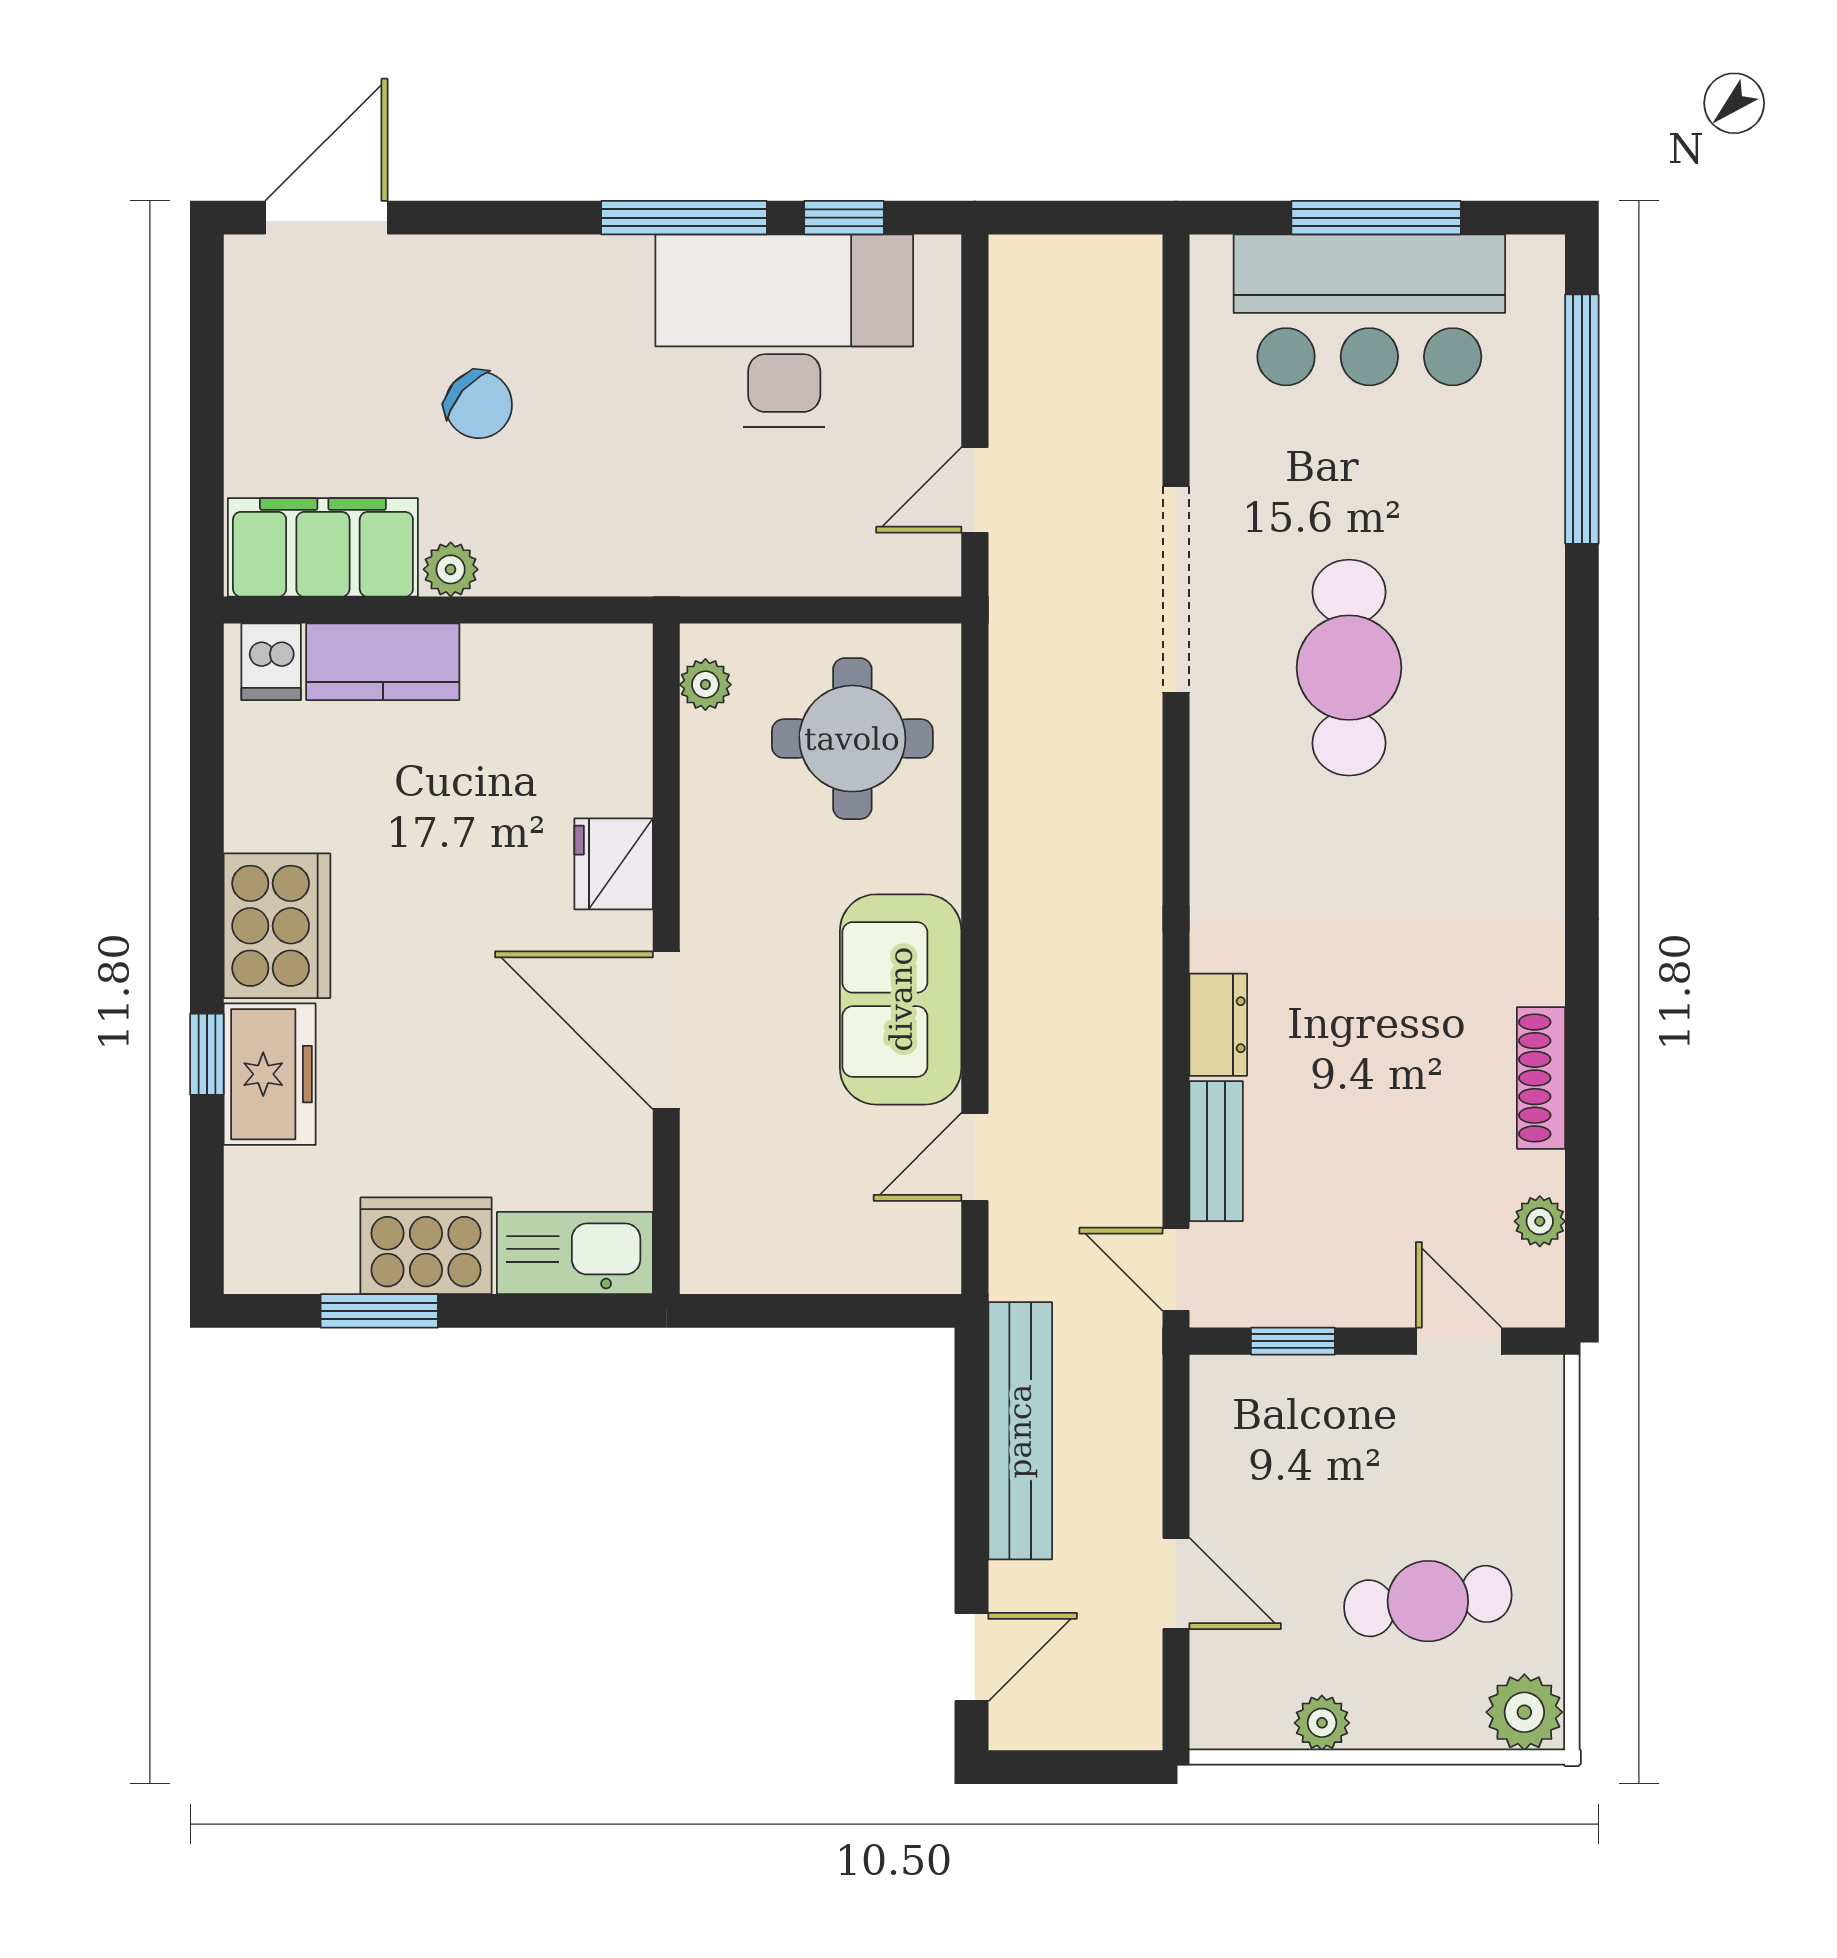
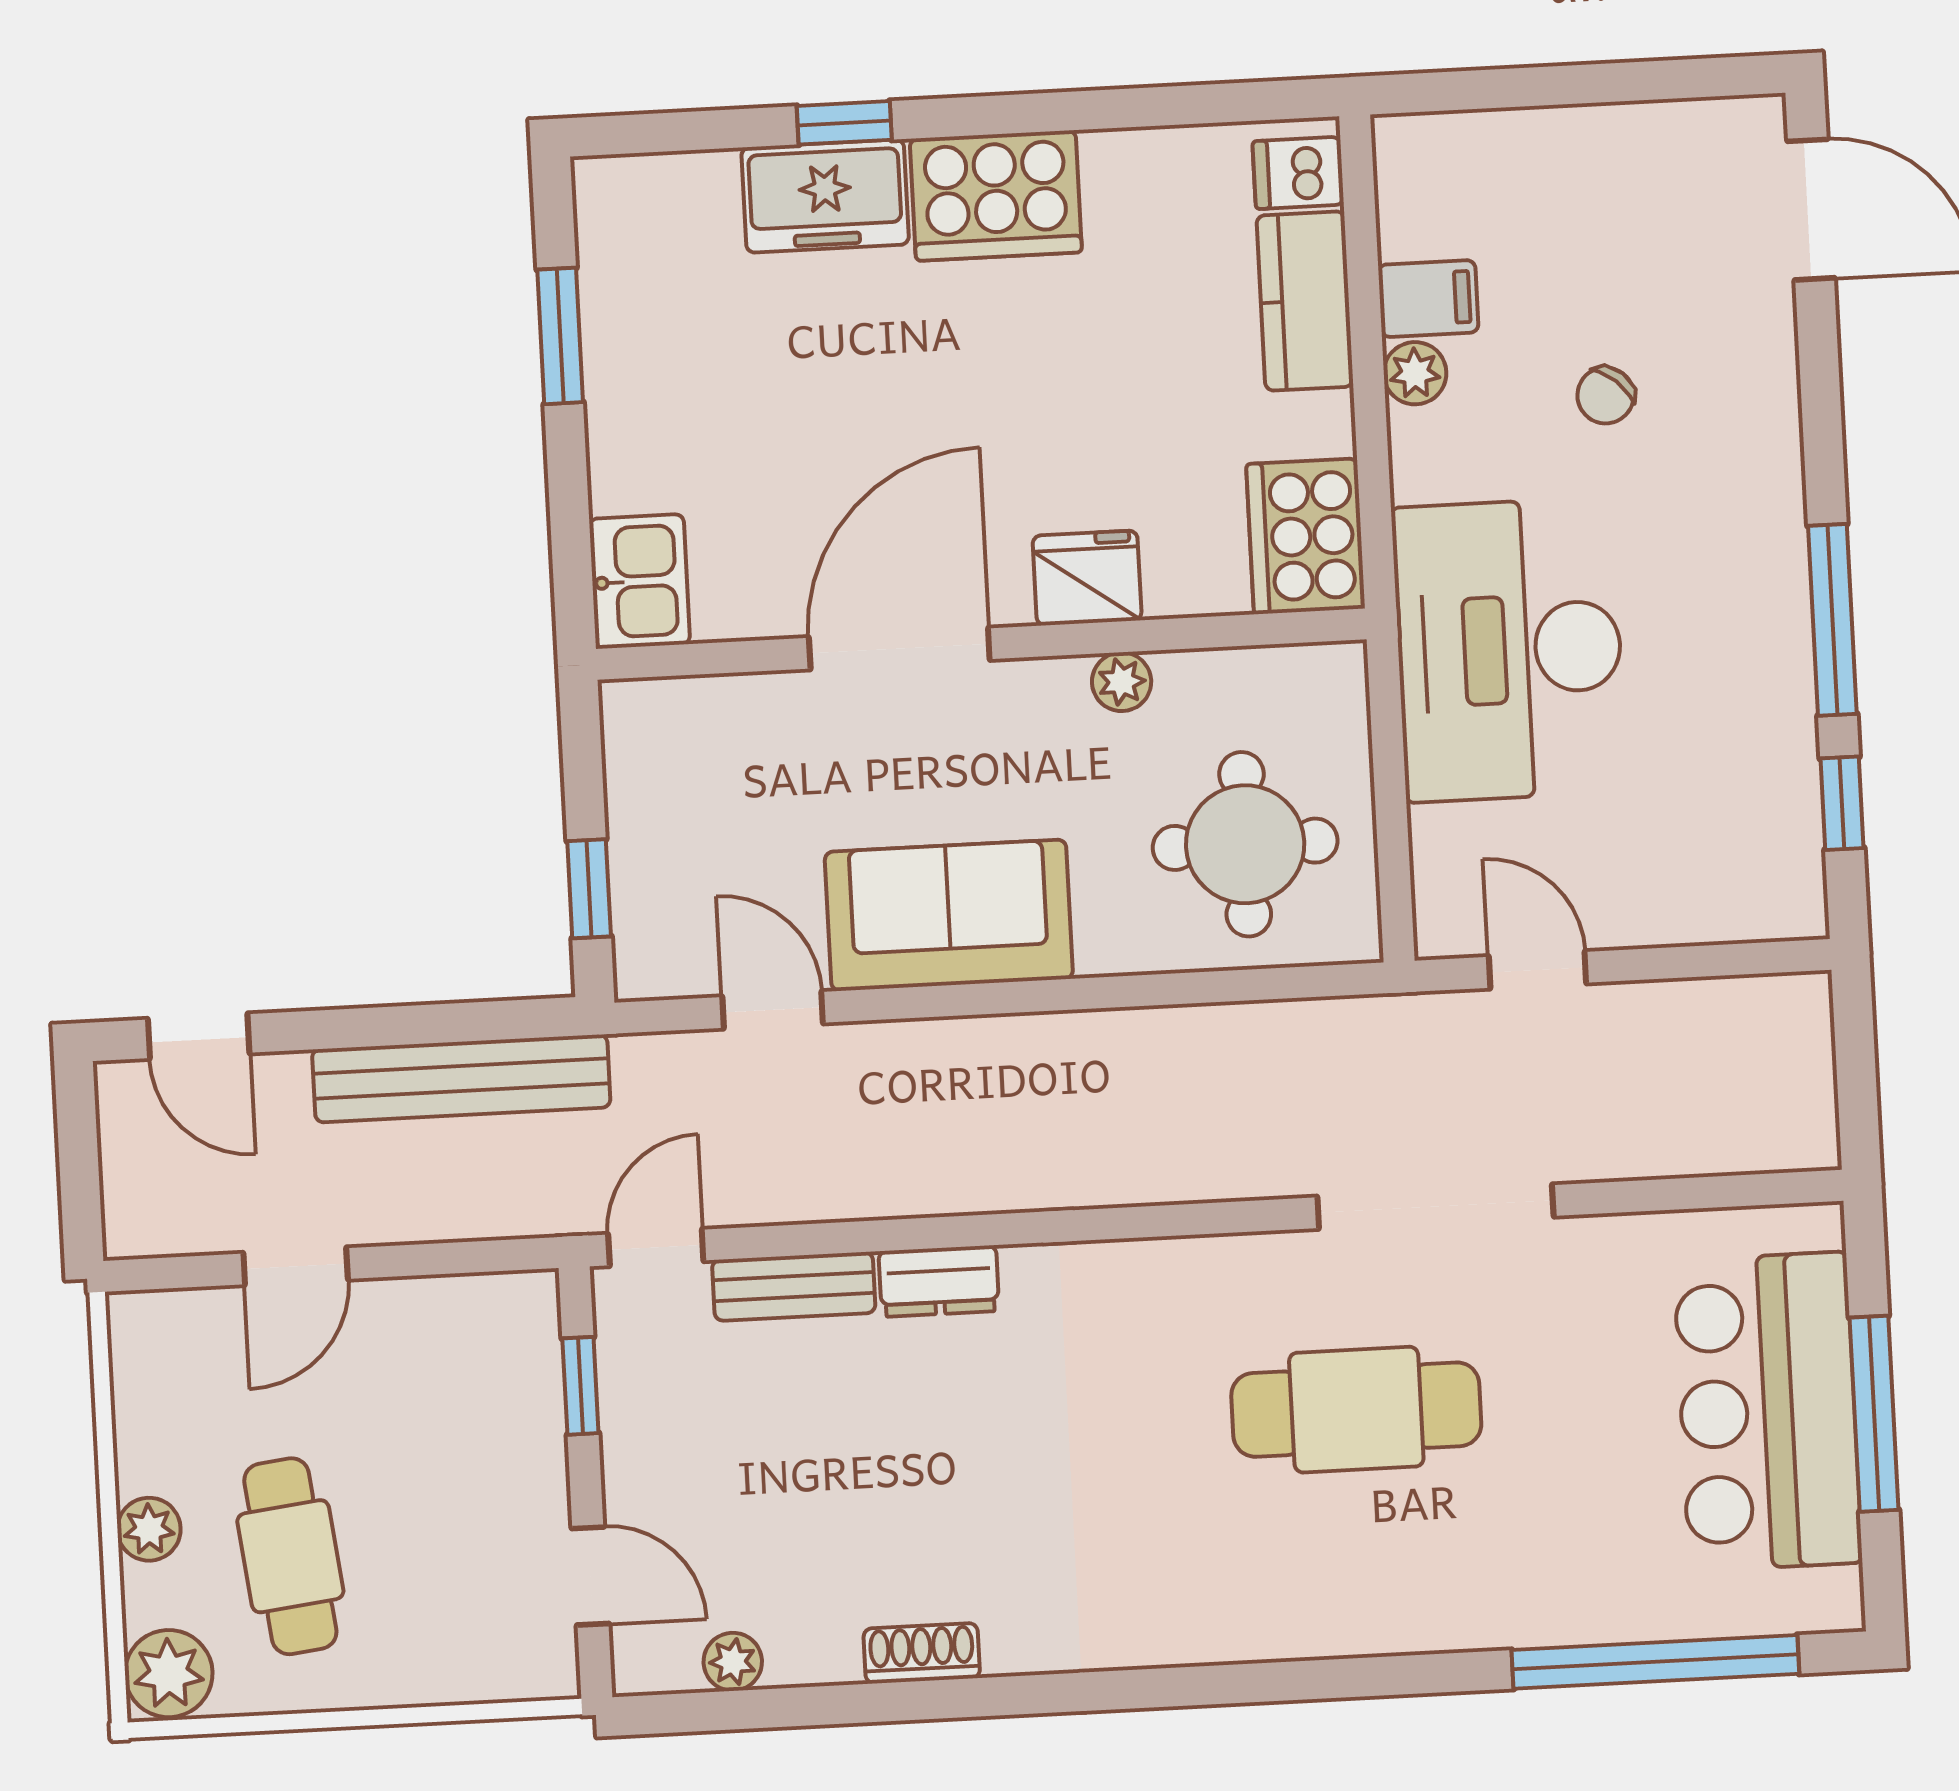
desk: (784, 331) -> (1509, 650), moved, turned 180
chair: (479, 405) -> (1606, 395), width x0.73, depth x0.73
filing cabinet: (323, 547) -> (1428, 299), width x0.33, depth x0.86
plant: (705, 685) -> (1122, 682), moved
shoe rack: (1541, 1078) -> (922, 1653), width x0.70
cooker: (426, 1246) -> (1306, 536), moved, turned 180
kitchen sink: (575, 1253) -> (640, 581), width x0.73
window: (861, 1311) -> (589, 889), added
door: (1459, 1341) -> (590, 1576), hinge flipped
plant: (1322, 1723) -> (149, 1529), moved

